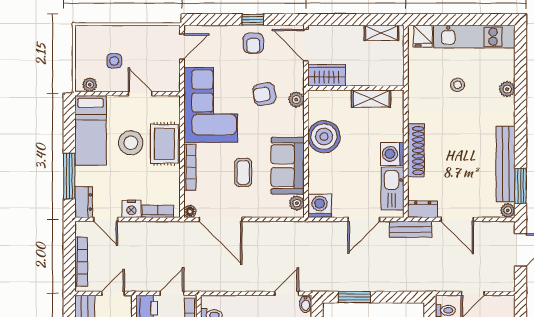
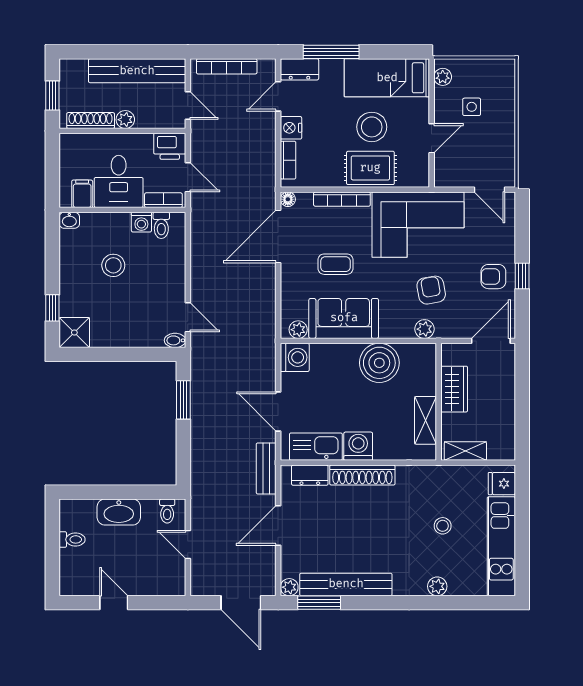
shelving: (381, 33) -> (465, 451), moved, turned 90
wardrobe: (327, 75) -> (454, 389), moved
dresser: (423, 209) -> (310, 475), moved, turned 90

